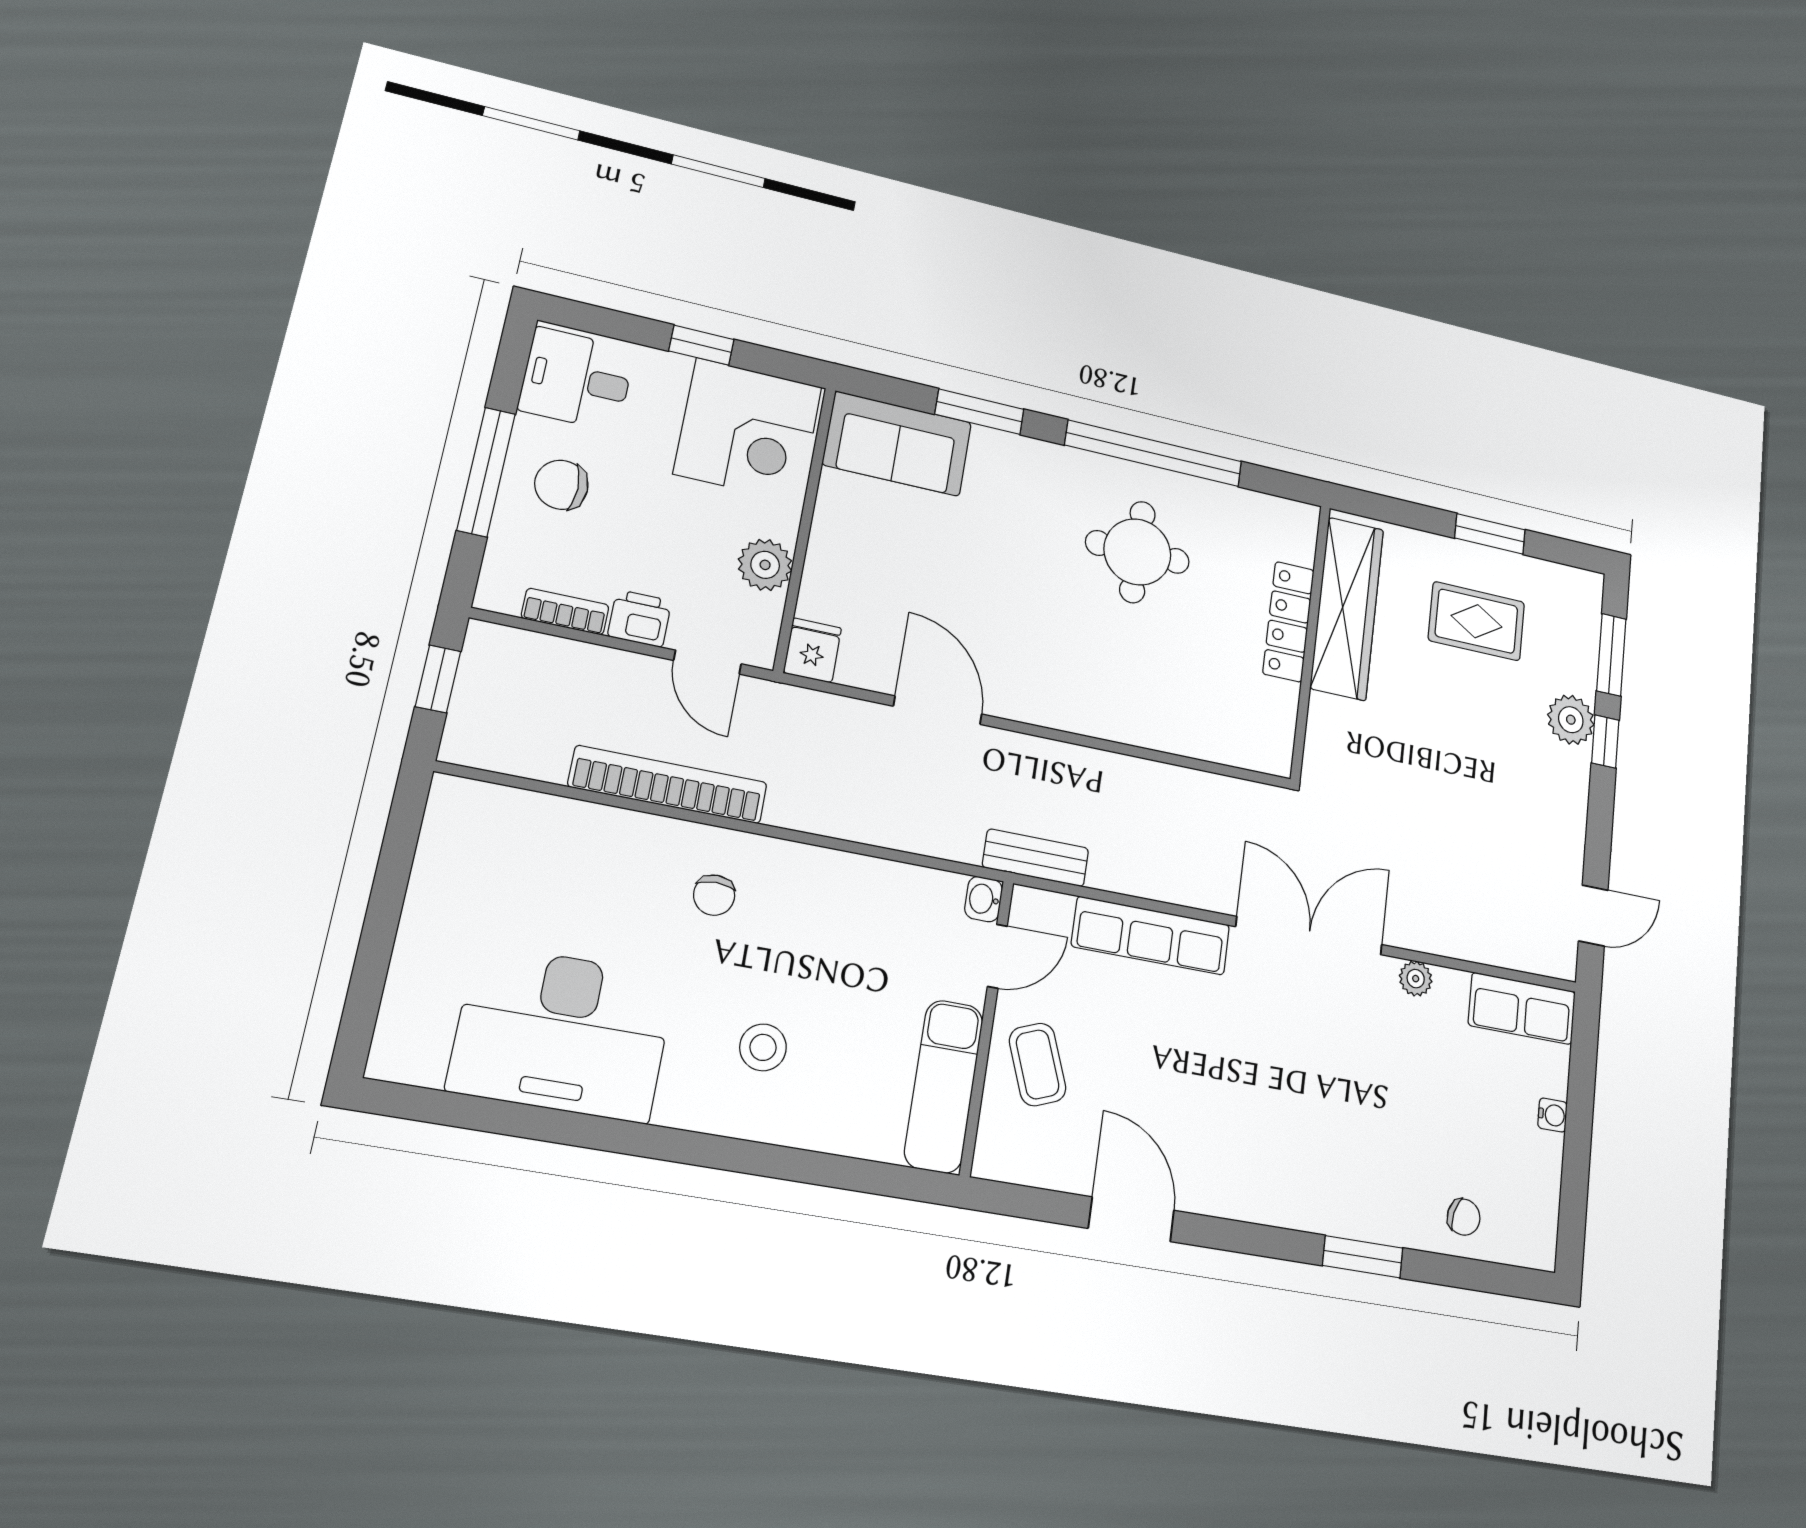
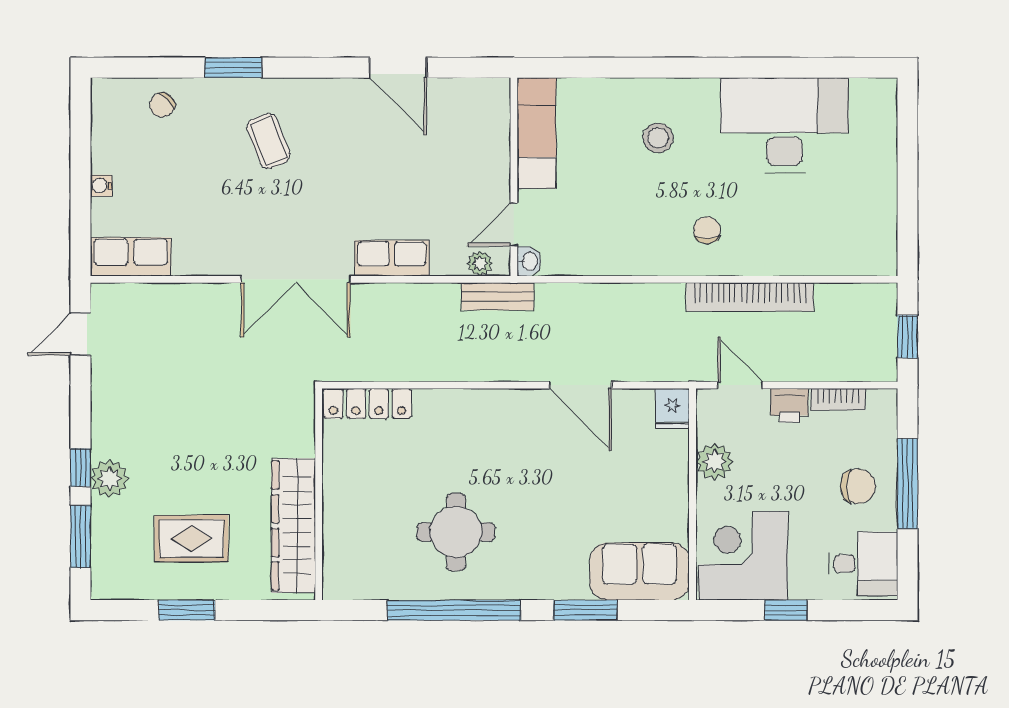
locker: (1288, 622) -> (367, 404), moved, turned 90
row of seats: (1151, 936) -> (392, 258), width x0.68
plant: (1416, 979) -> (480, 263), moved
coffee table: (1038, 1064) -> (268, 141), moved
chair: (1464, 1217) -> (162, 105), turned -57

